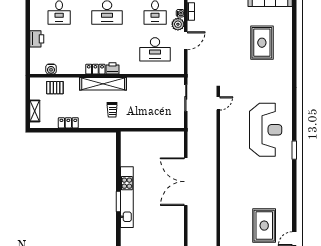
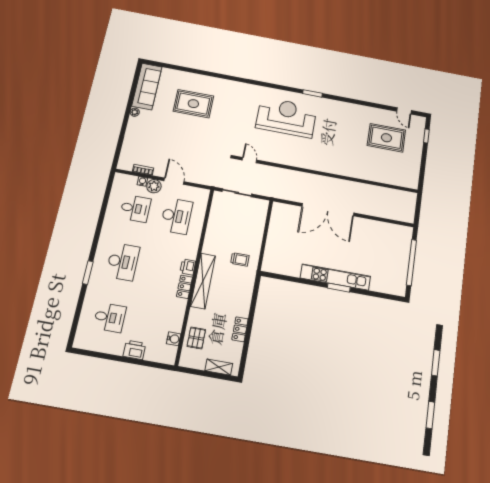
trolley: (112, 110) -> (240, 259), moved

